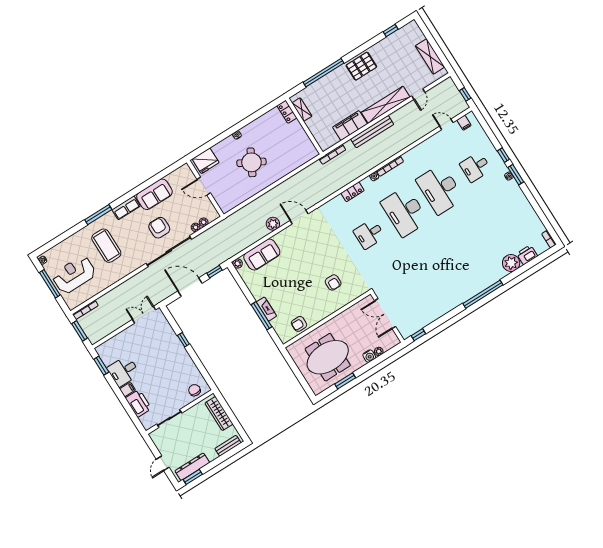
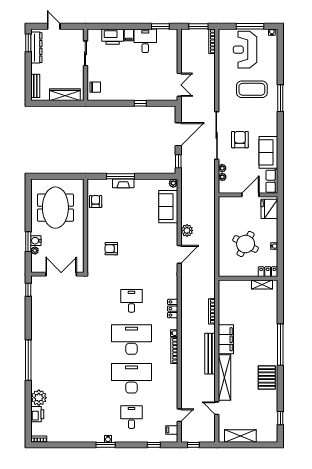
shelving: (302, 110) -> (262, 284), moved
locker: (287, 112) -> (268, 272), moved
wall: (304, 126) -> (248, 278), moved
window: (503, 155) -> (154, 445), moved
row of seats: (126, 208) -> (272, 181), moved
armchair: (159, 228) -> (240, 140), turned -90
reception desk: (74, 275) -> (245, 50), turned 180
window: (345, 381) -> (28, 242), moved

